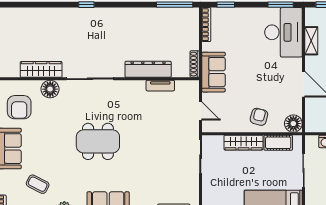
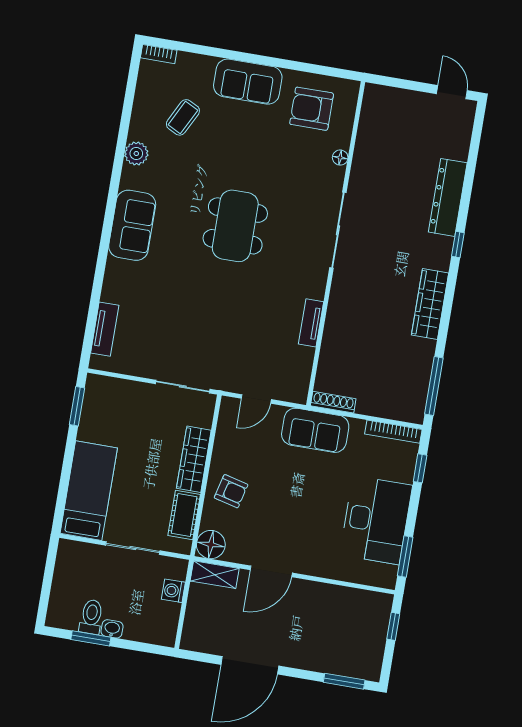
desk: (283, 32) -> (376, 520), moved, turned -90
shelving: (311, 41) -> (215, 575), moved
wardrobe: (41, 69) -> (430, 304), moved, turned 180
dresser: (148, 69) -> (448, 197), moved, turned 180
tv unit: (160, 86) -> (311, 323), moved
floor lamp: (50, 89) -> (340, 158), width x0.53, depth x0.53

